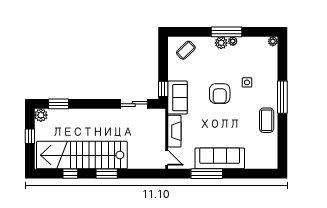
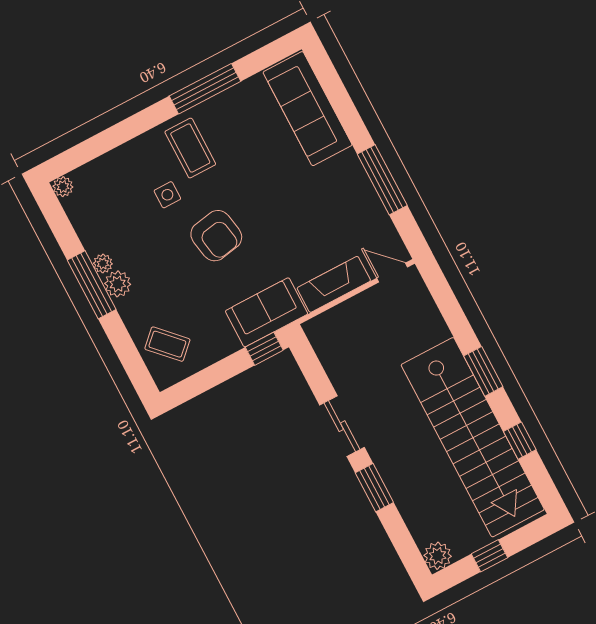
armchair: (220, 94) -> (216, 236), turned 80
window: (282, 97) -> (205, 89), moved
window: (58, 104) -> (374, 488), moved
sliding door: (134, 104) -> (342, 426), moved
coffee table: (267, 120) -> (190, 148), moved, turned 90
door: (167, 158) -> (392, 273), hinge flipped
sofa: (220, 158) -> (308, 109), moved

